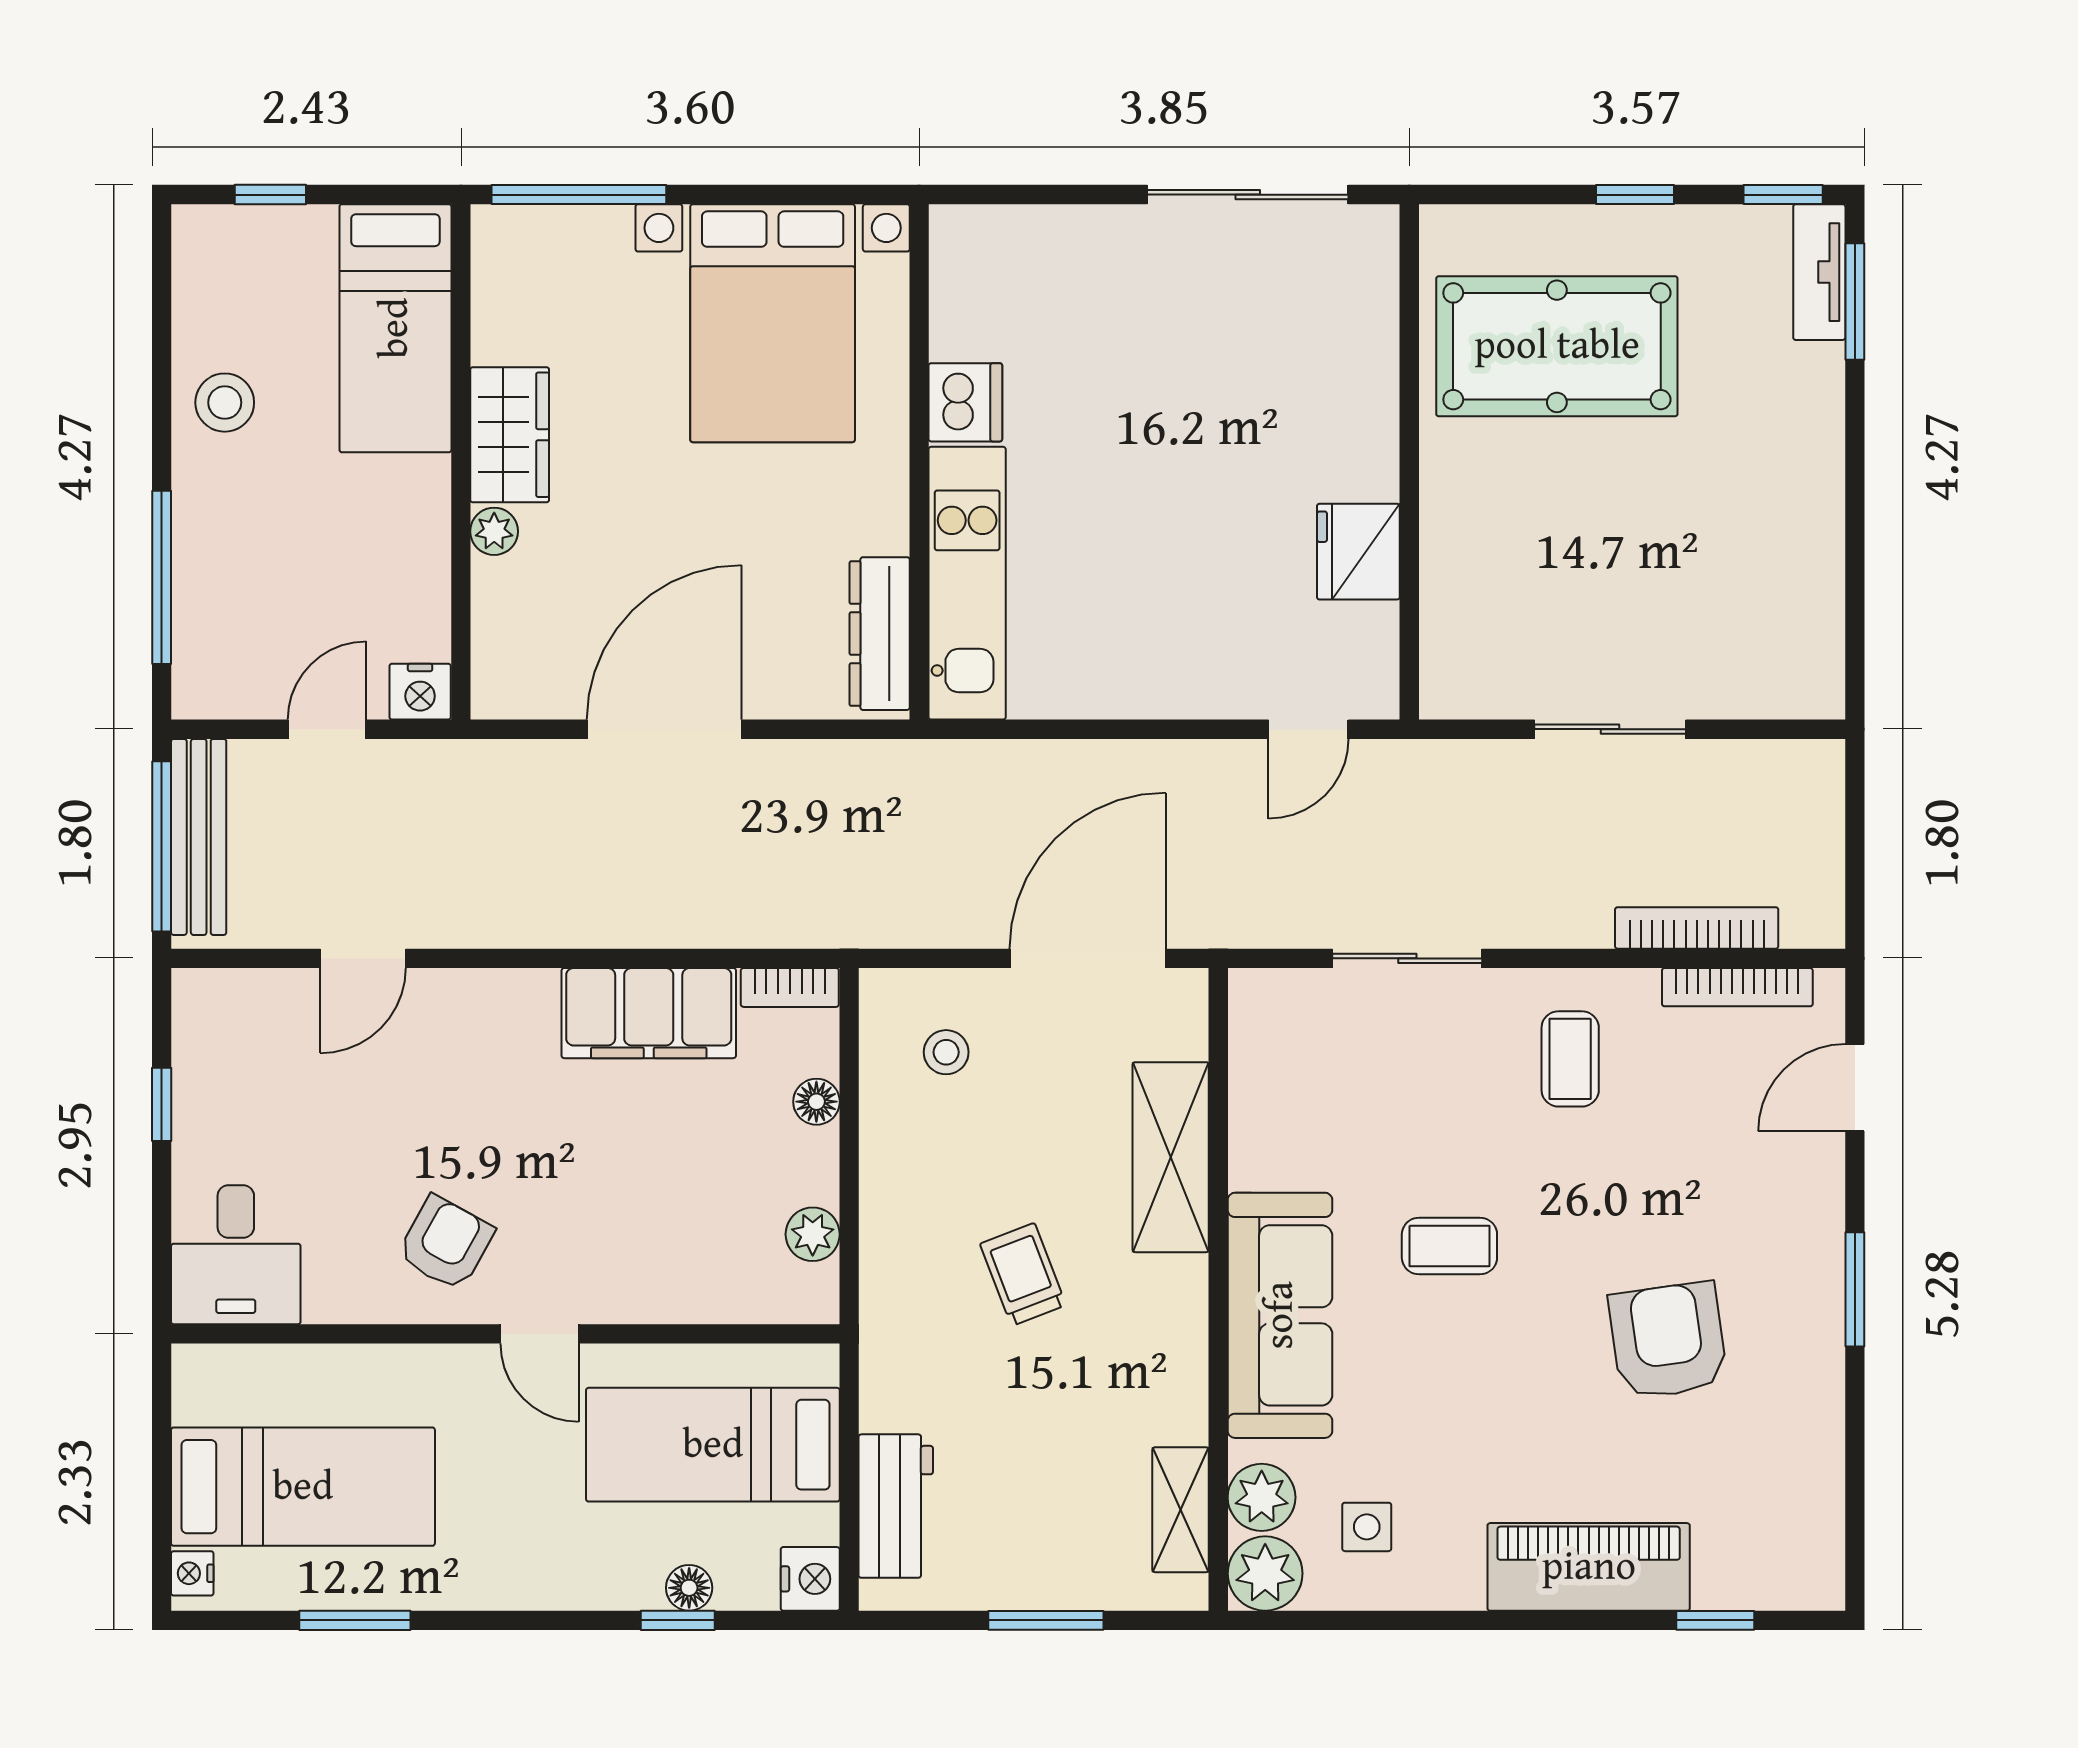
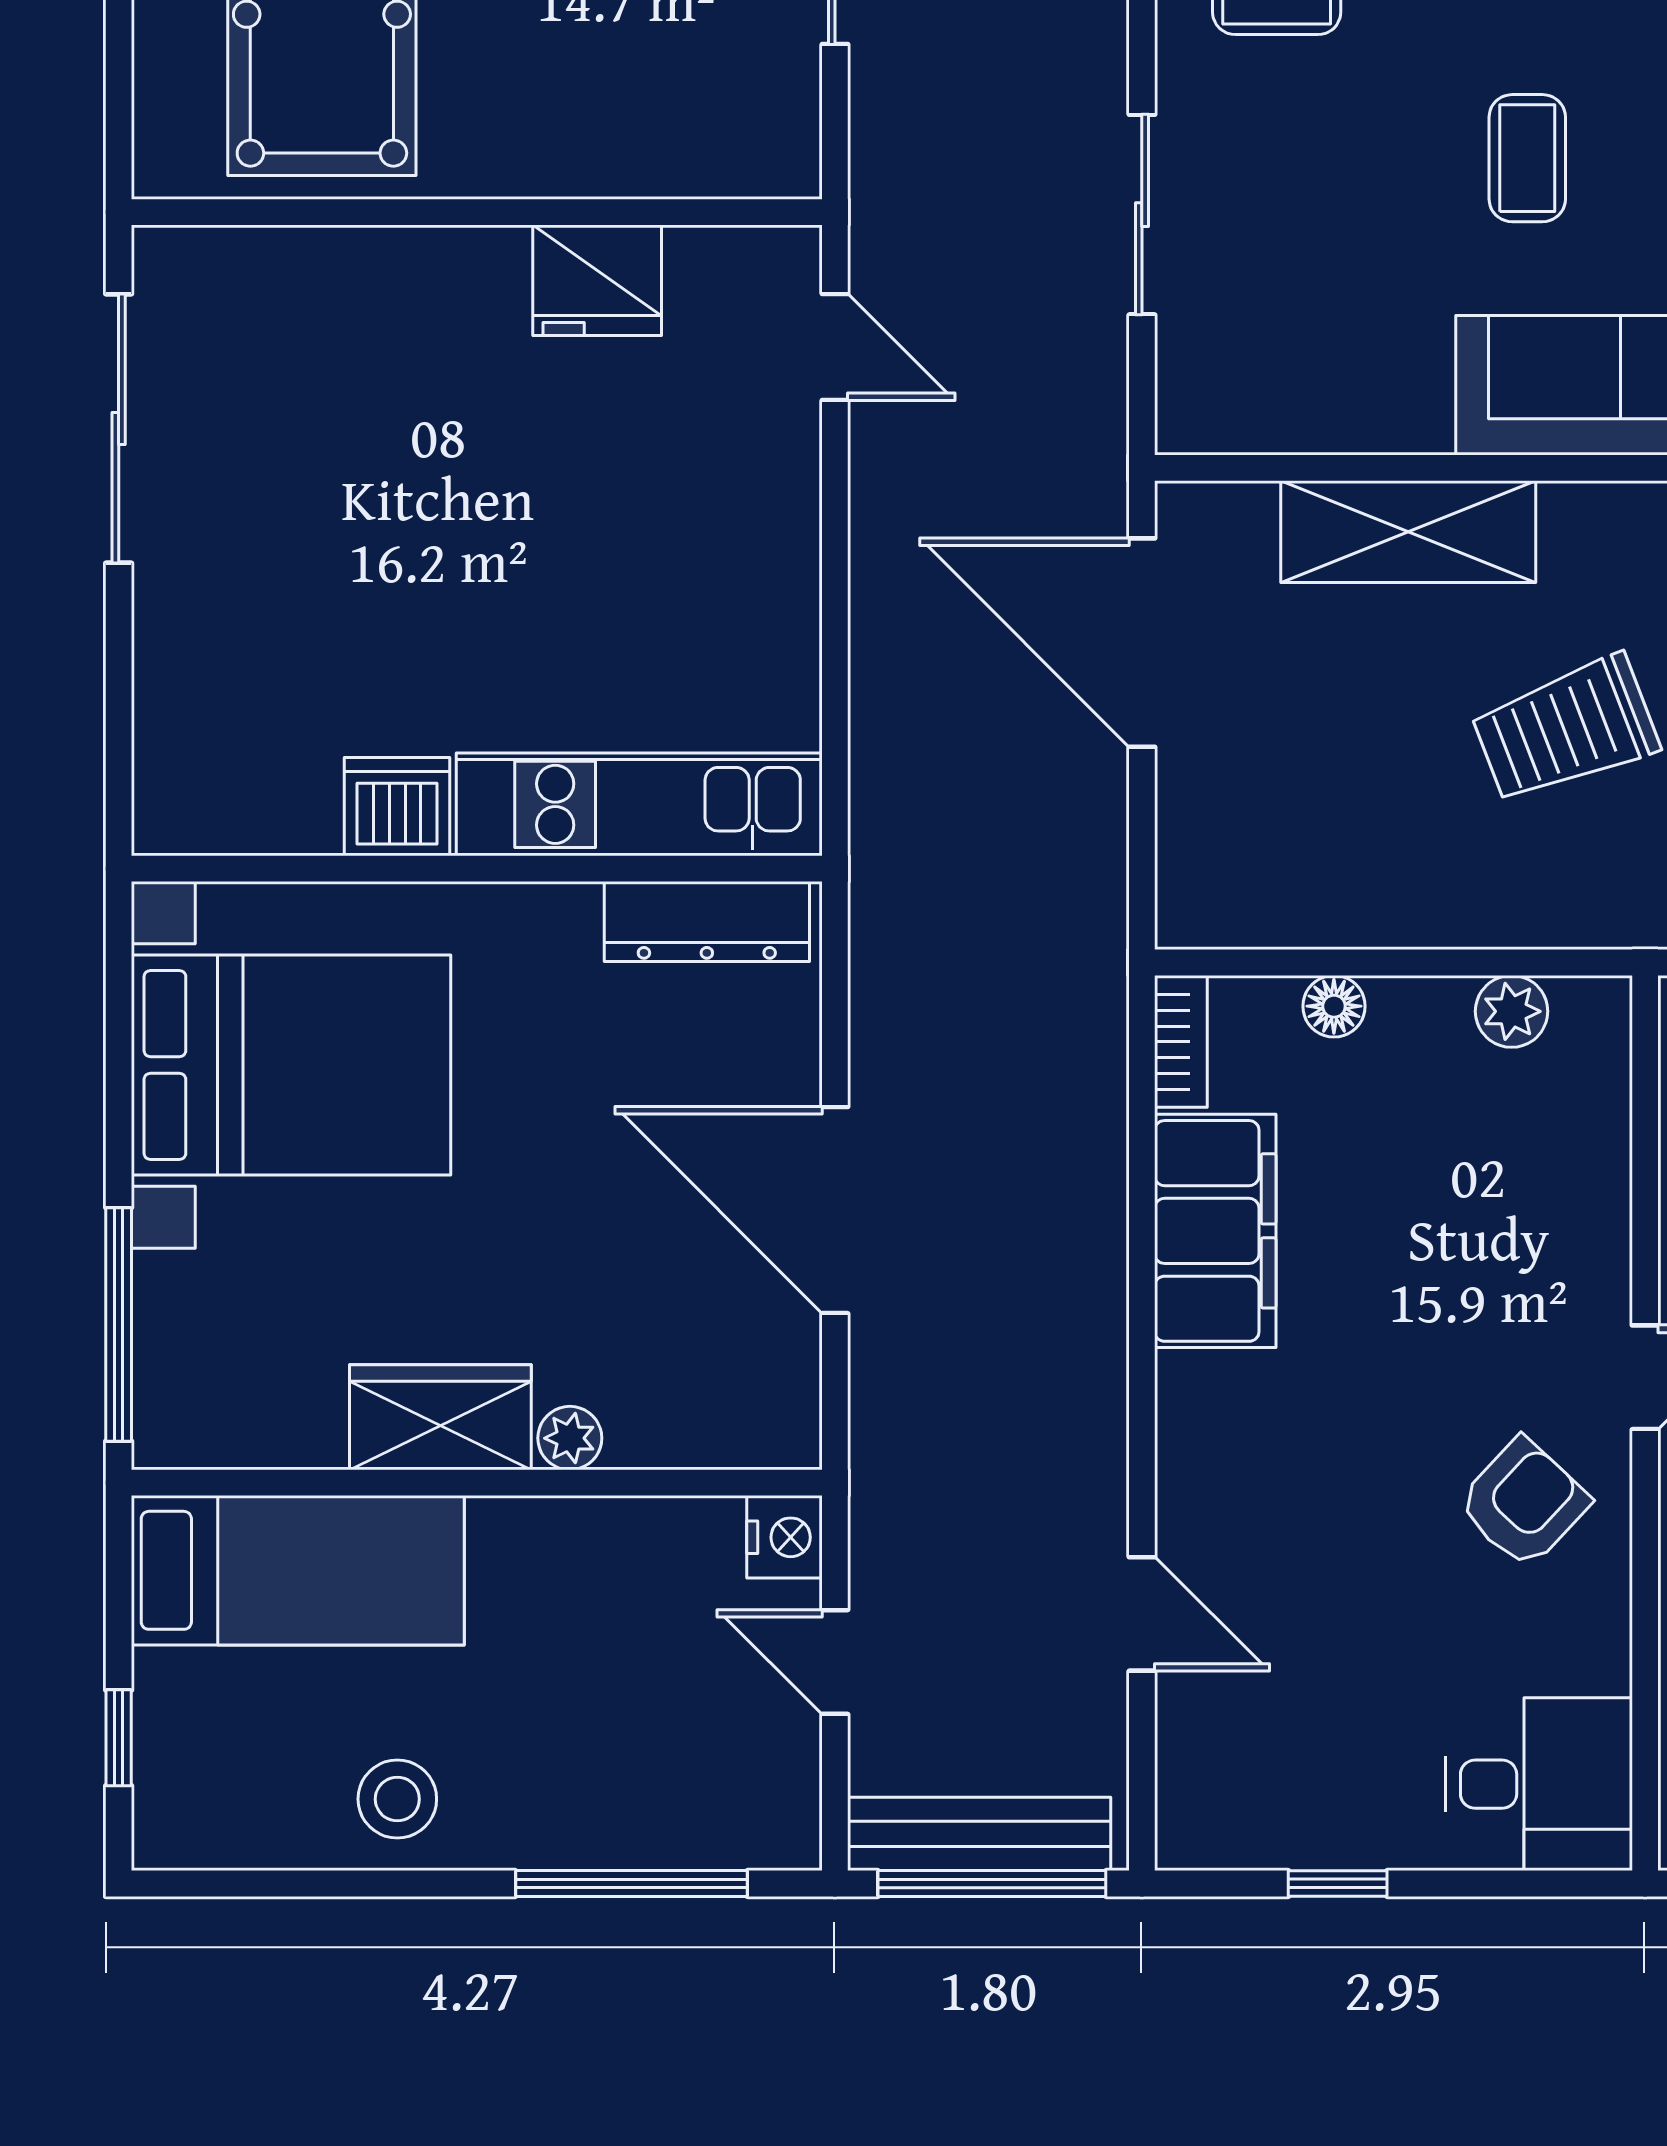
stool: (946, 1052) -> (1268, 833), removed
armchair: (446, 1243) -> (1523, 1503), turned 104
trolley: (1023, 1274) -> (1565, 730), width x1.36, depth x1.39

